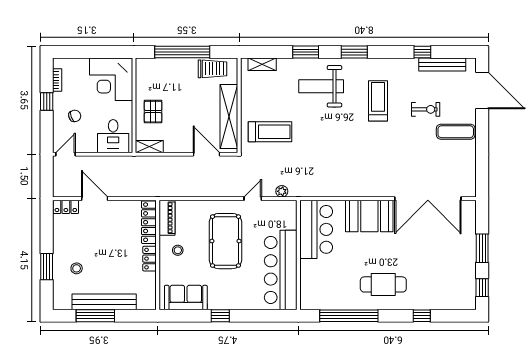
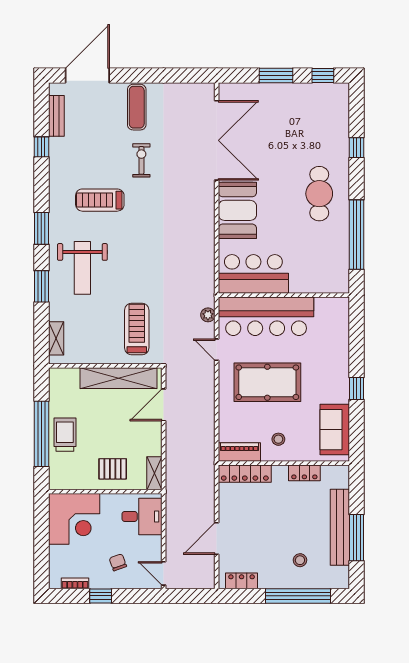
bench: (442, 64) -> (56, 116), width x0.73
trolley: (213, 69) -> (65, 435), moved
exercise bike: (426, 109) -> (141, 160), moved
locker: (66, 207) -> (242, 581), moved, turned -90
locker: (150, 259) -> (304, 473), moved
window: (47, 267) -> (298, 596), width x2.11
bar counter: (281, 270) -> (266, 316), moved

